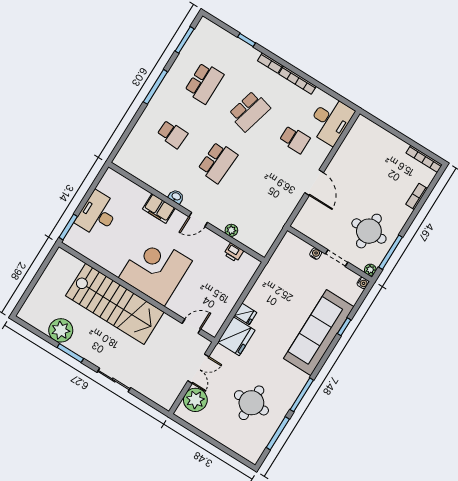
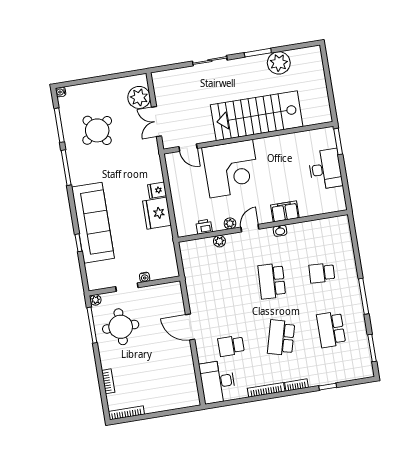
plant: (211, 237) -> (230, 223), added
corner desk: (155, 269) -> (231, 169), moved
water cooler: (363, 283) -> (61, 92), moved
door: (191, 326) -> (188, 148), hinge flipped
fridge: (236, 336) -> (157, 213), moved
round table: (251, 403) -> (97, 130), turned -35

